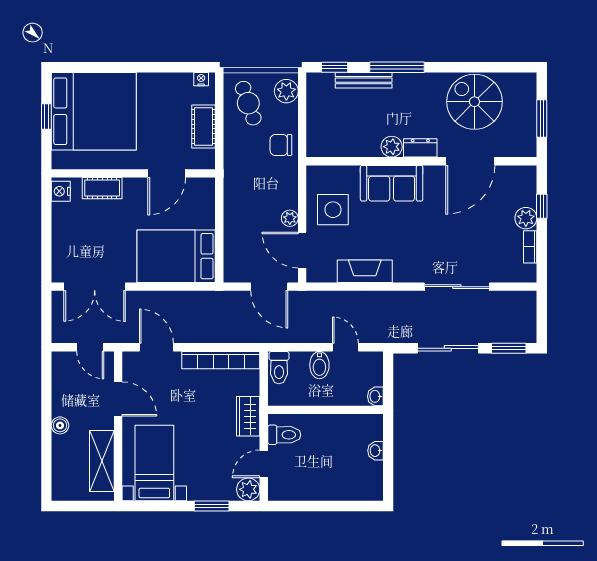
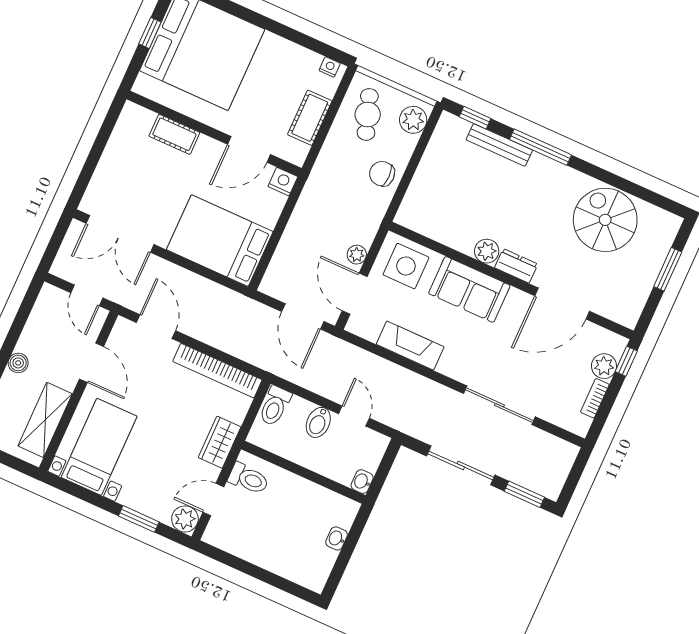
plant: (392, 147) -> (487, 251), moved
dresser: (420, 148) -> (516, 266), moved
wall: (421, 161) -> (511, 280), moved
door: (470, 161) -> (562, 304), moved
sofa: (392, 183) -> (469, 289), moved
nightstand: (61, 191) -> (283, 182), moved, turned 90

